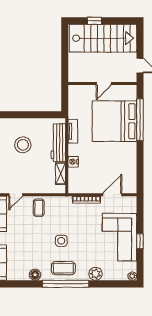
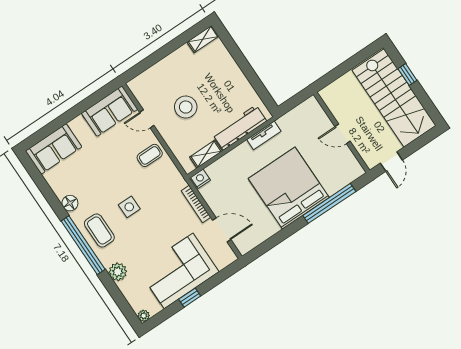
bed: (114, 121) -> (289, 188), moved
stool: (23, 145) -> (186, 107), moved
nightstand: (73, 162) -> (201, 179), moved

